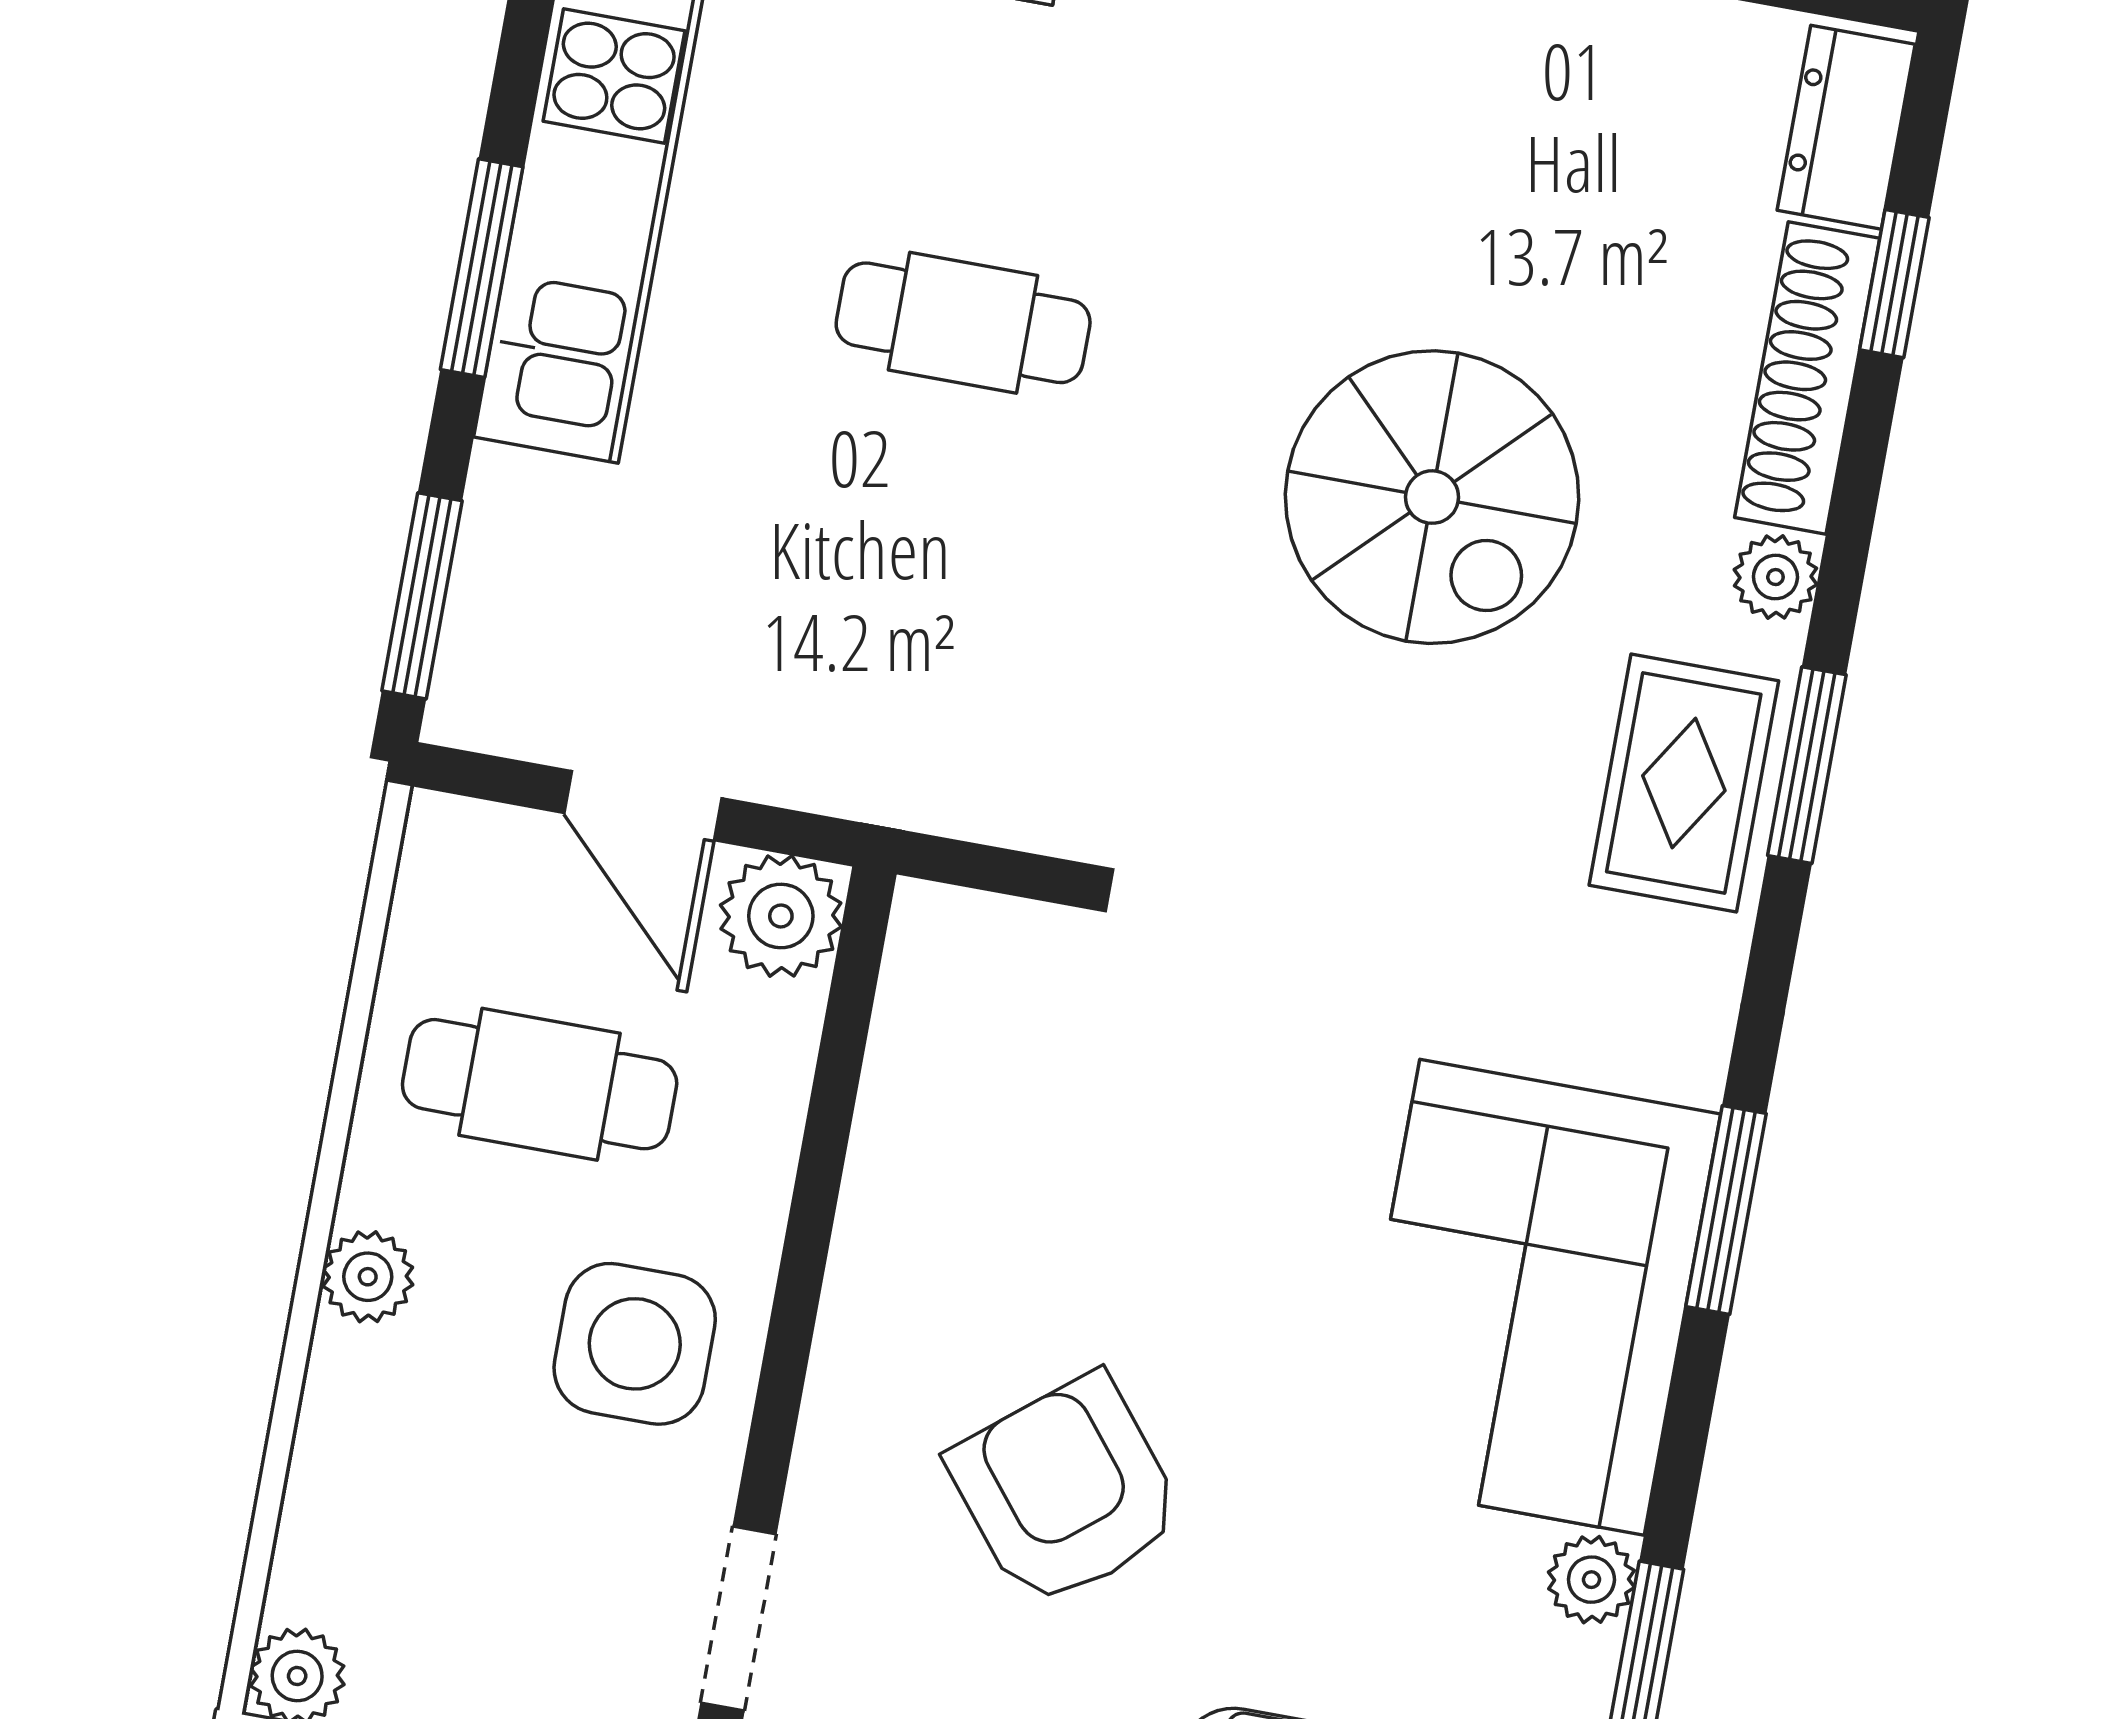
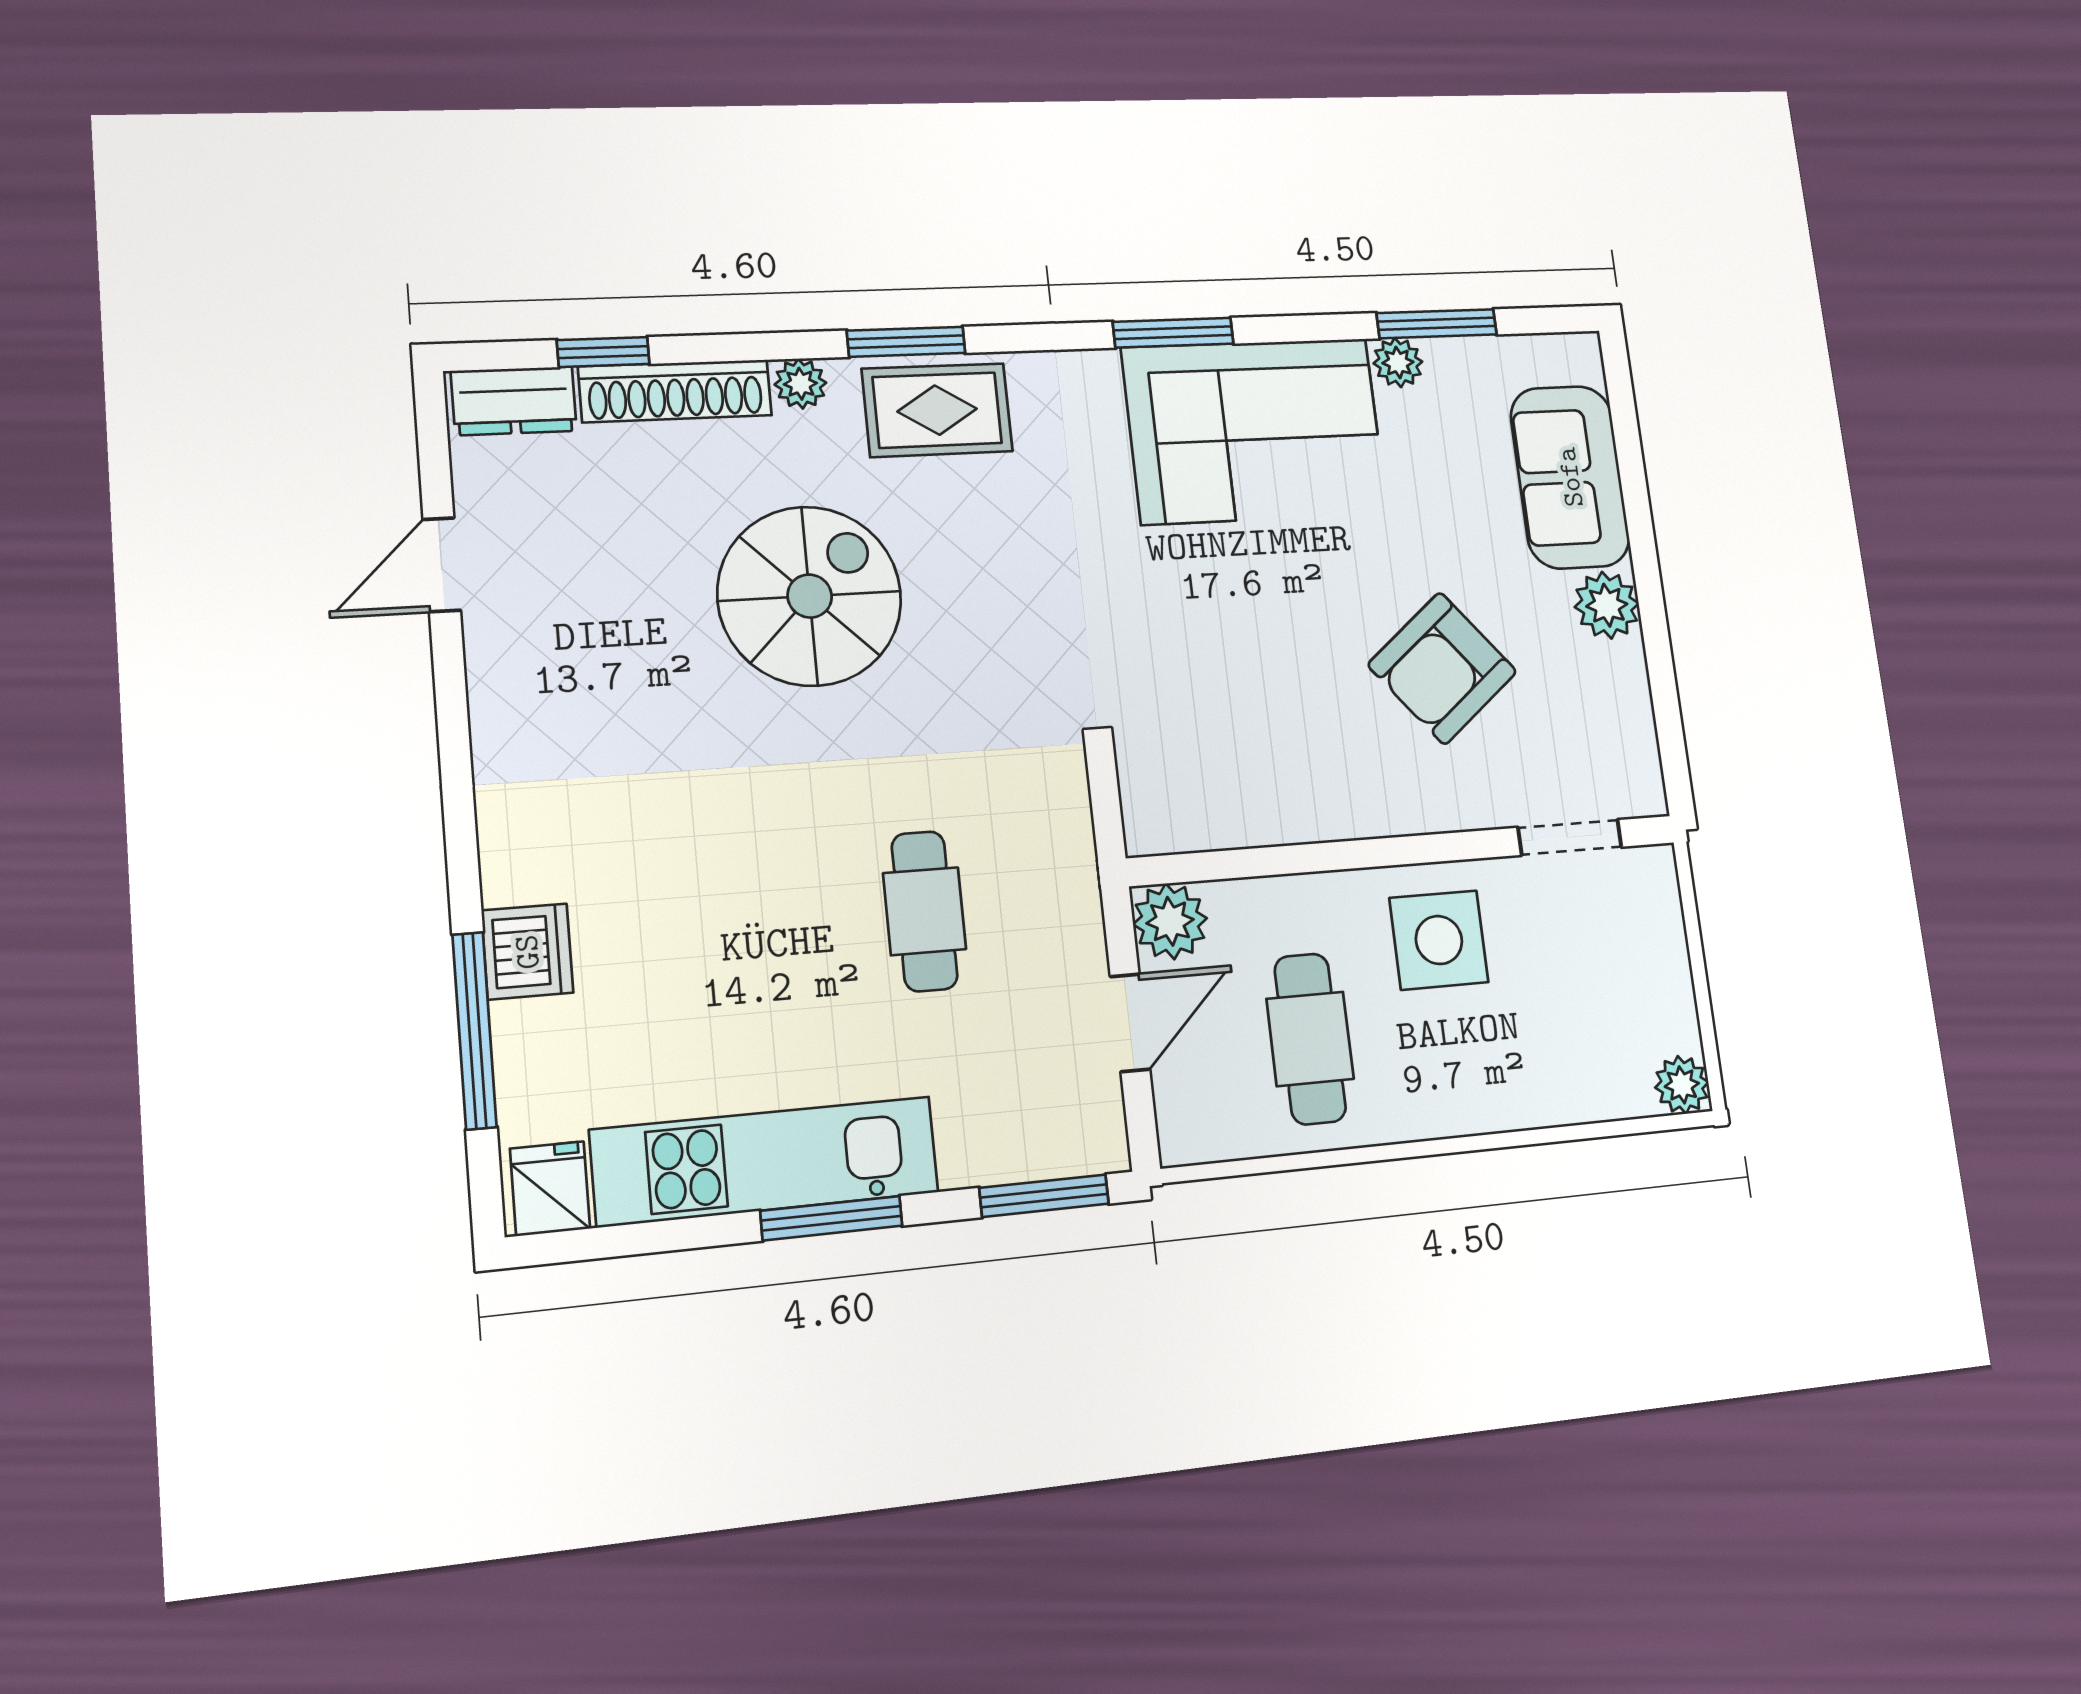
cafe table: (963, 323) -> (925, 911), moved
plant: (368, 1277) -> (1450, 1110), removed

